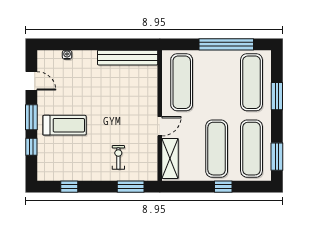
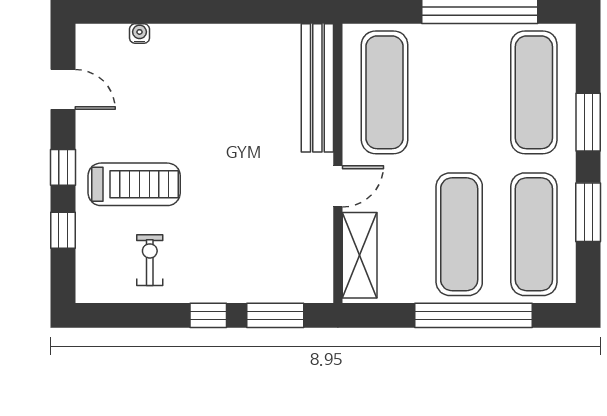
bench: (128, 58) -> (317, 88), moved, turned 90
window: (31, 117) -> (63, 167), width x0.67
exercise bike: (118, 157) -> (150, 260), moved
window: (277, 157) -> (588, 212), moved
window: (69, 187) -> (208, 315), moved
window: (223, 187) -> (474, 315), width x3.17

